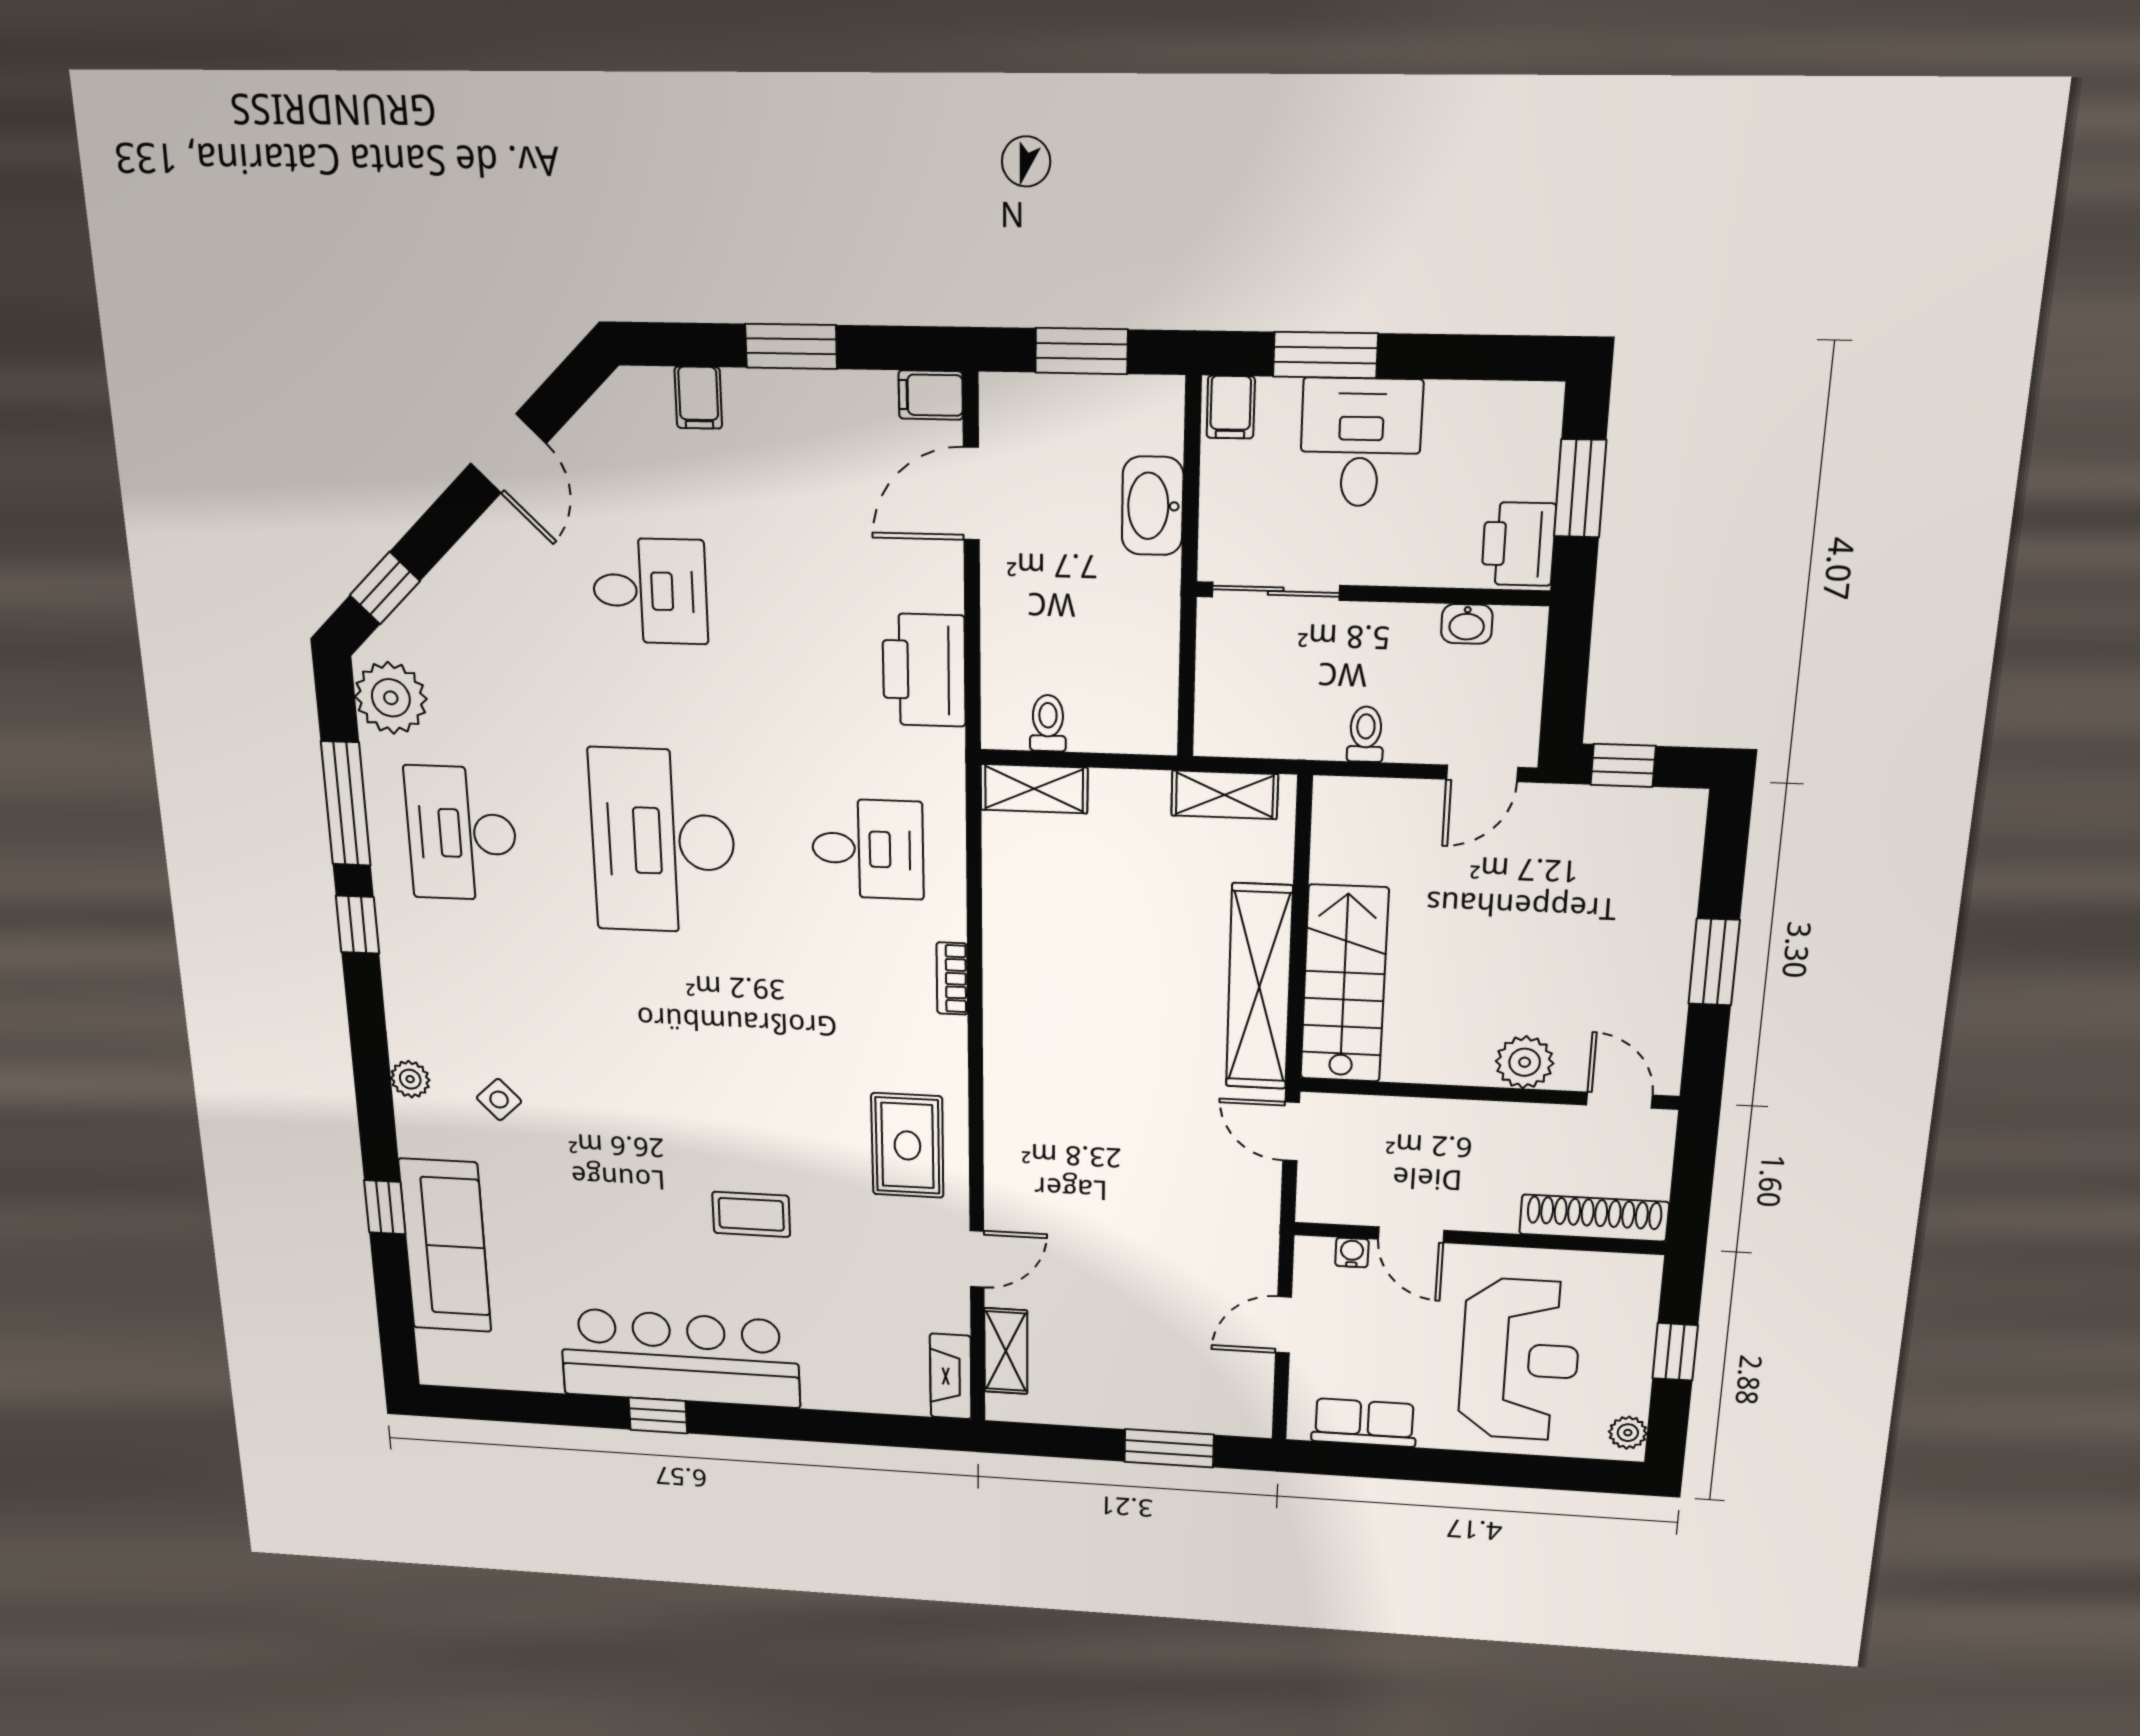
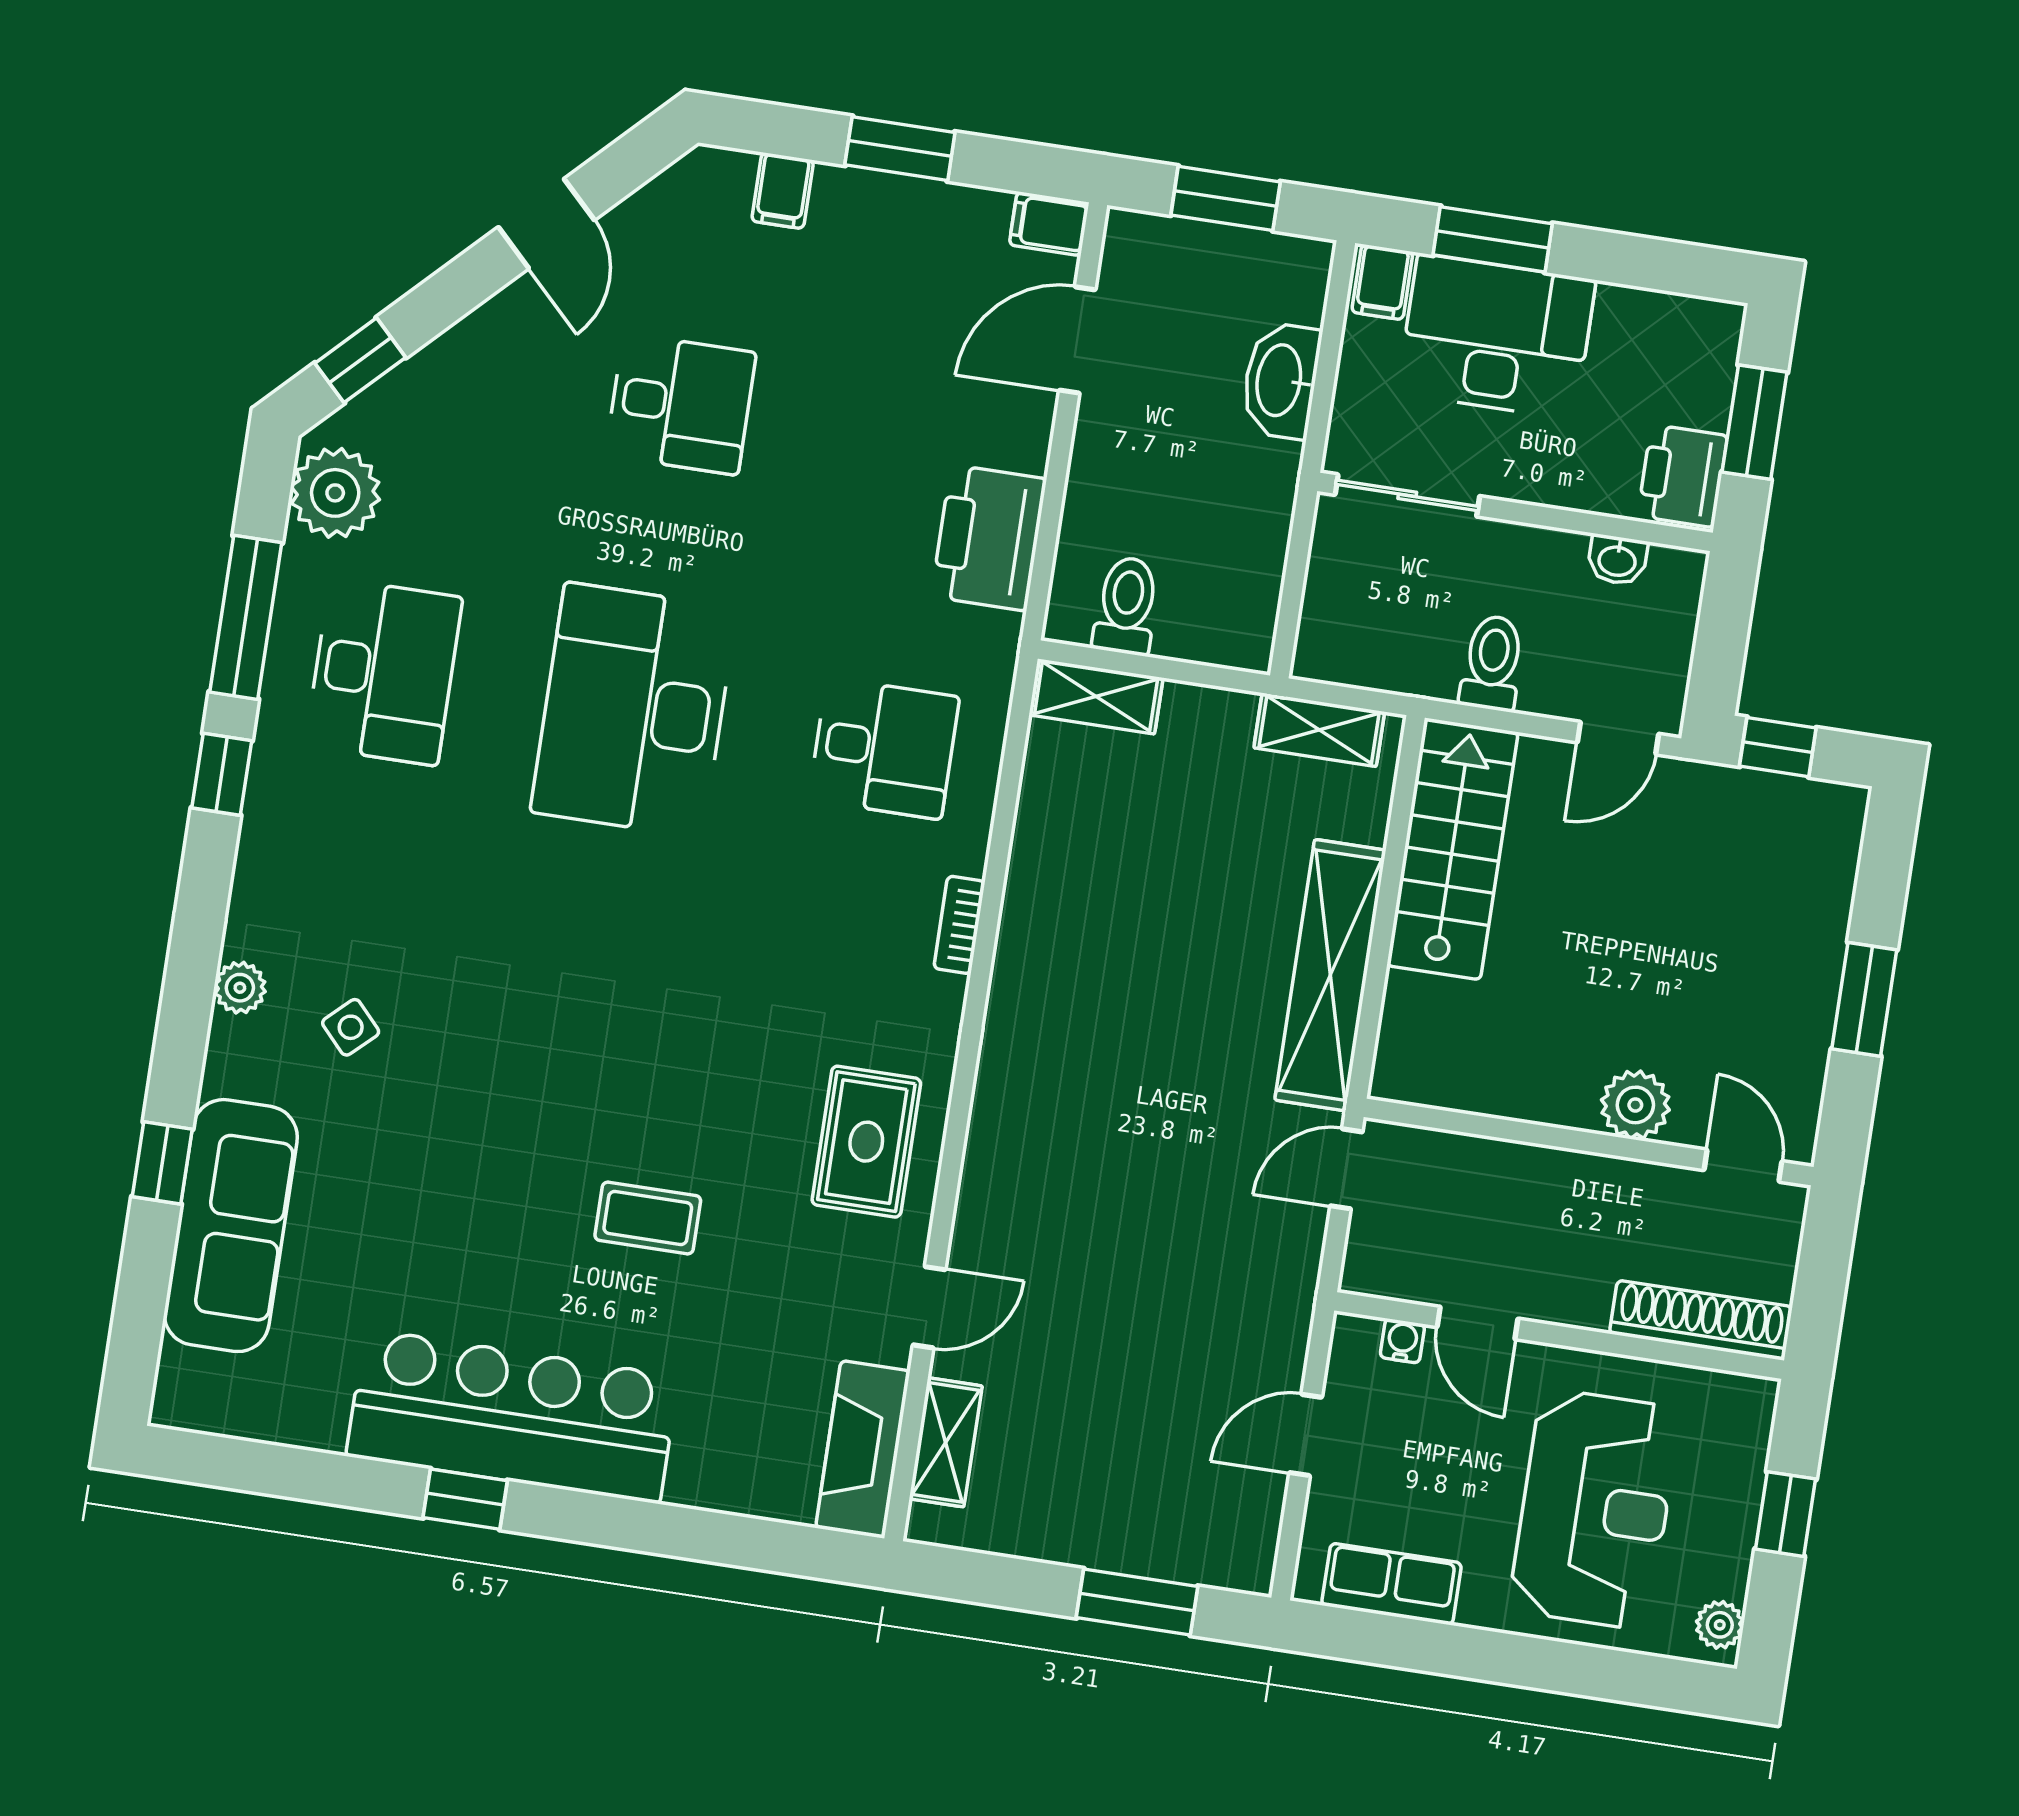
desk: (1361, 443) -> (1496, 336), width x1.37
toilet: (1048, 723) -> (1126, 606), width x1.37, depth x1.39
toilet: (1366, 734) -> (1492, 663), width x1.37, depth x1.39
desk: (462, 833) -> (384, 672), turned 180
stairs: (1344, 984) -> (1452, 849), moved
door: (1291, 1131) -> (1346, 1169), hinge flipped
fireplace: (951, 1376) -> (863, 1449), width x1.37, depth x1.32

